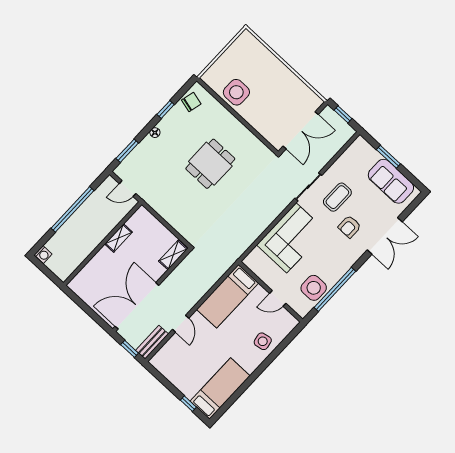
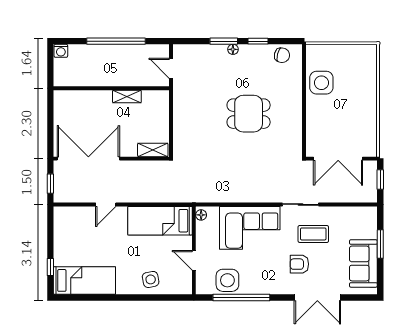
window: (127, 151) -> (224, 41), moved
floor lamp: (250, 264) -> (201, 215), added
bench: (152, 342) -> (71, 196), removed

